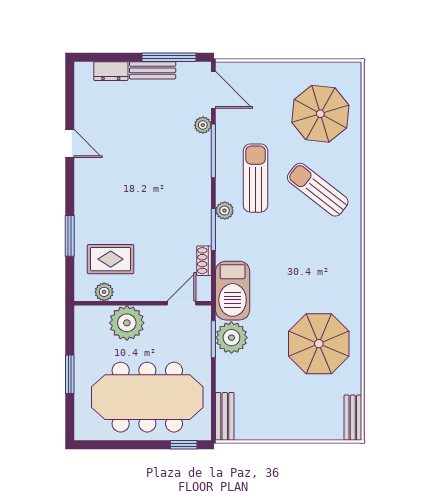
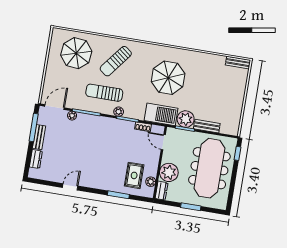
dresser: (91, 315) -> (162, 191), added
parasol: (319, 344) -> (168, 78), moved
bench: (225, 416) -> (207, 126), moved

